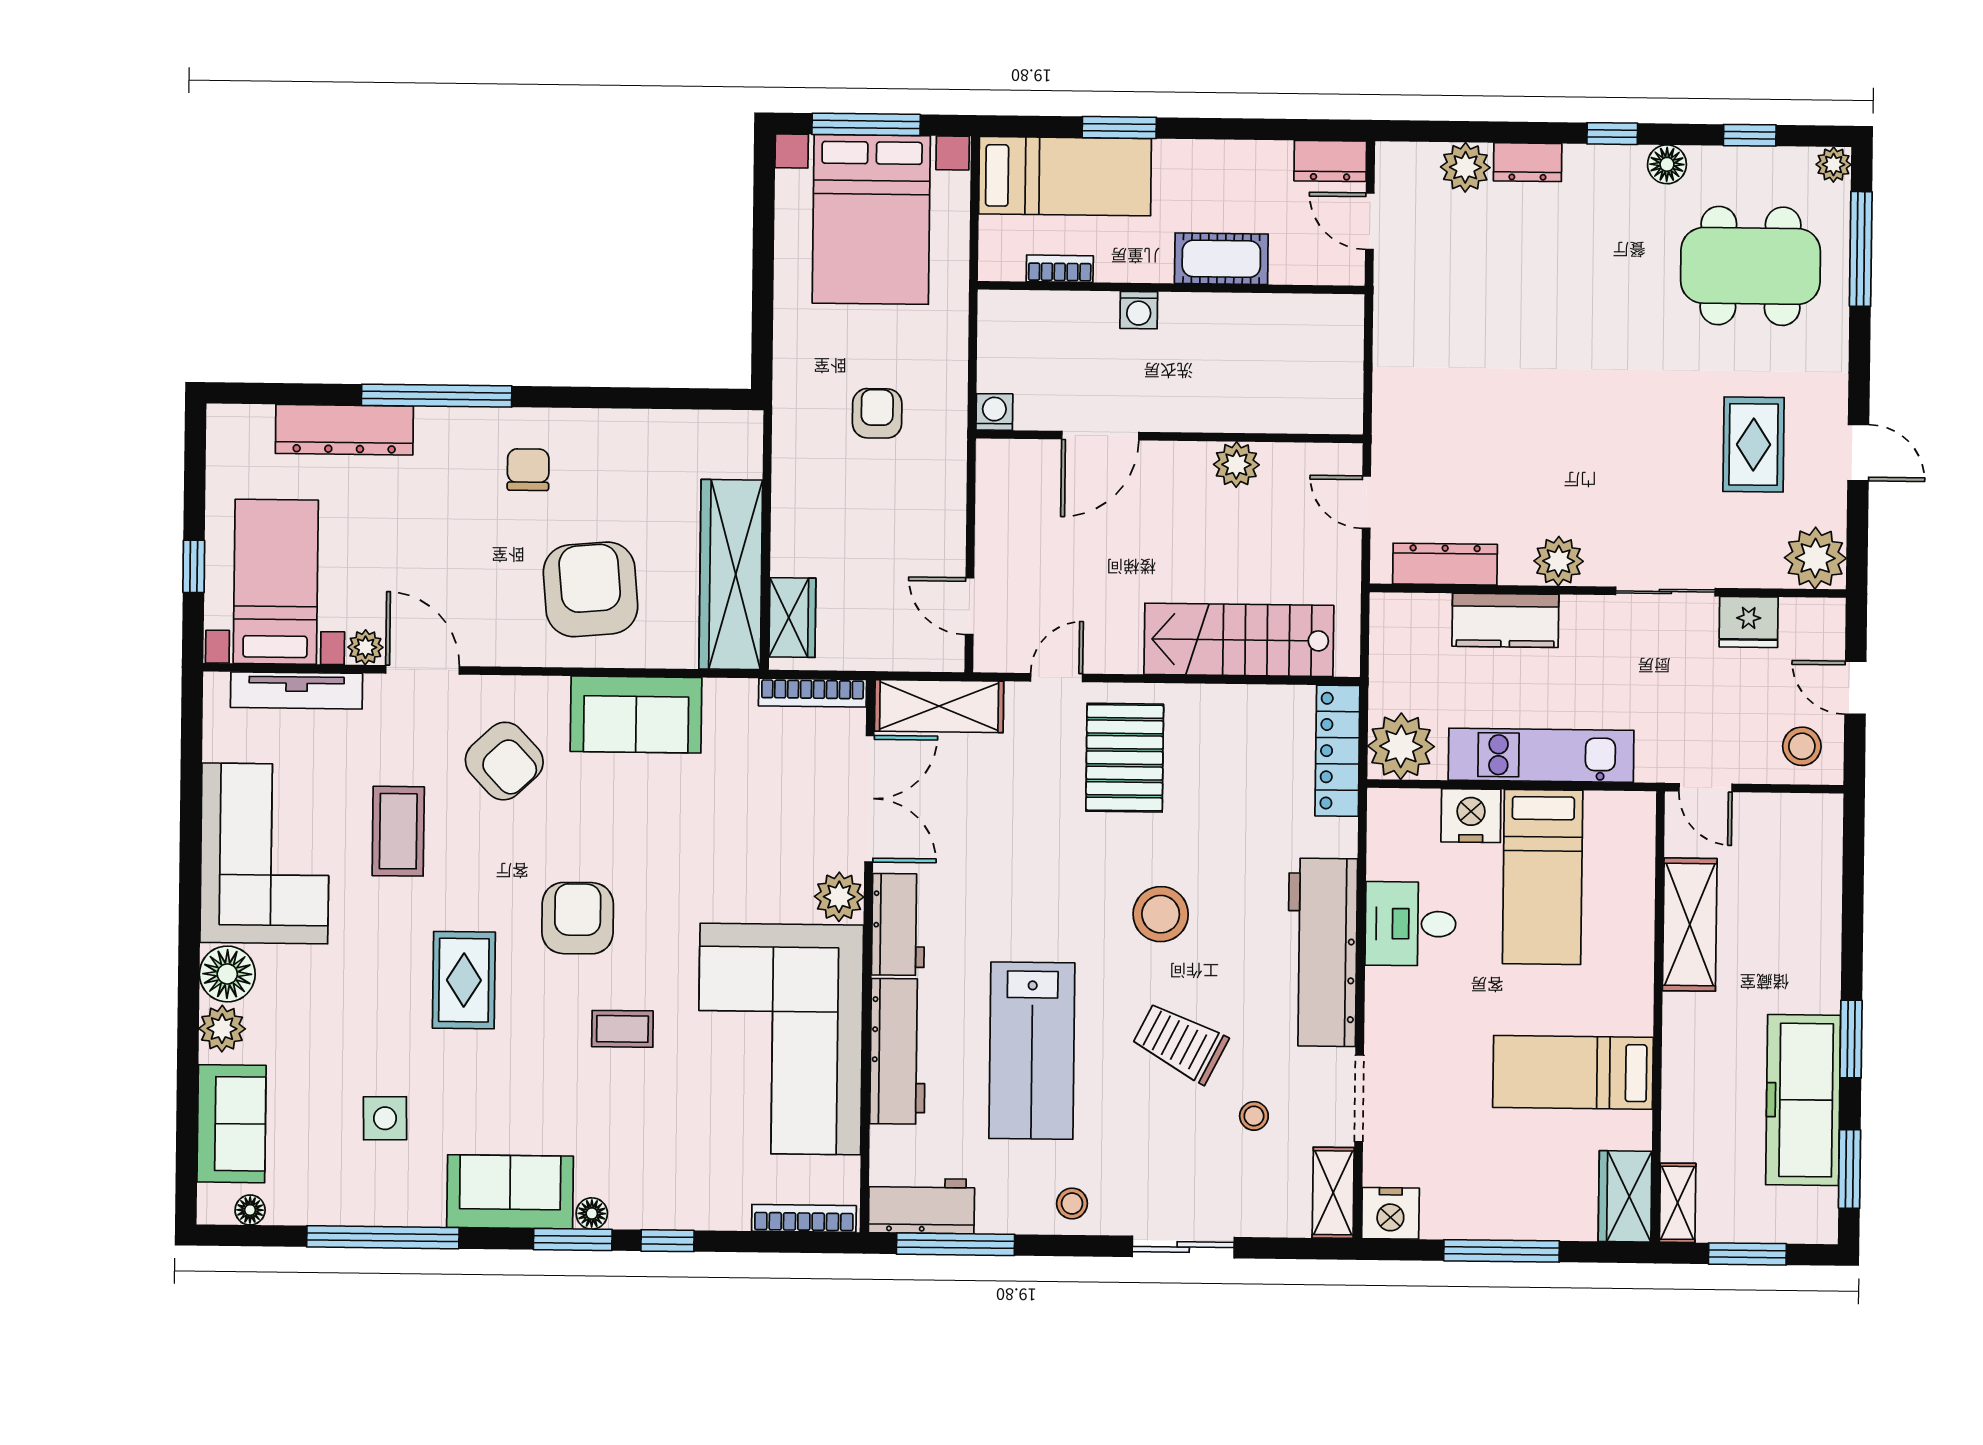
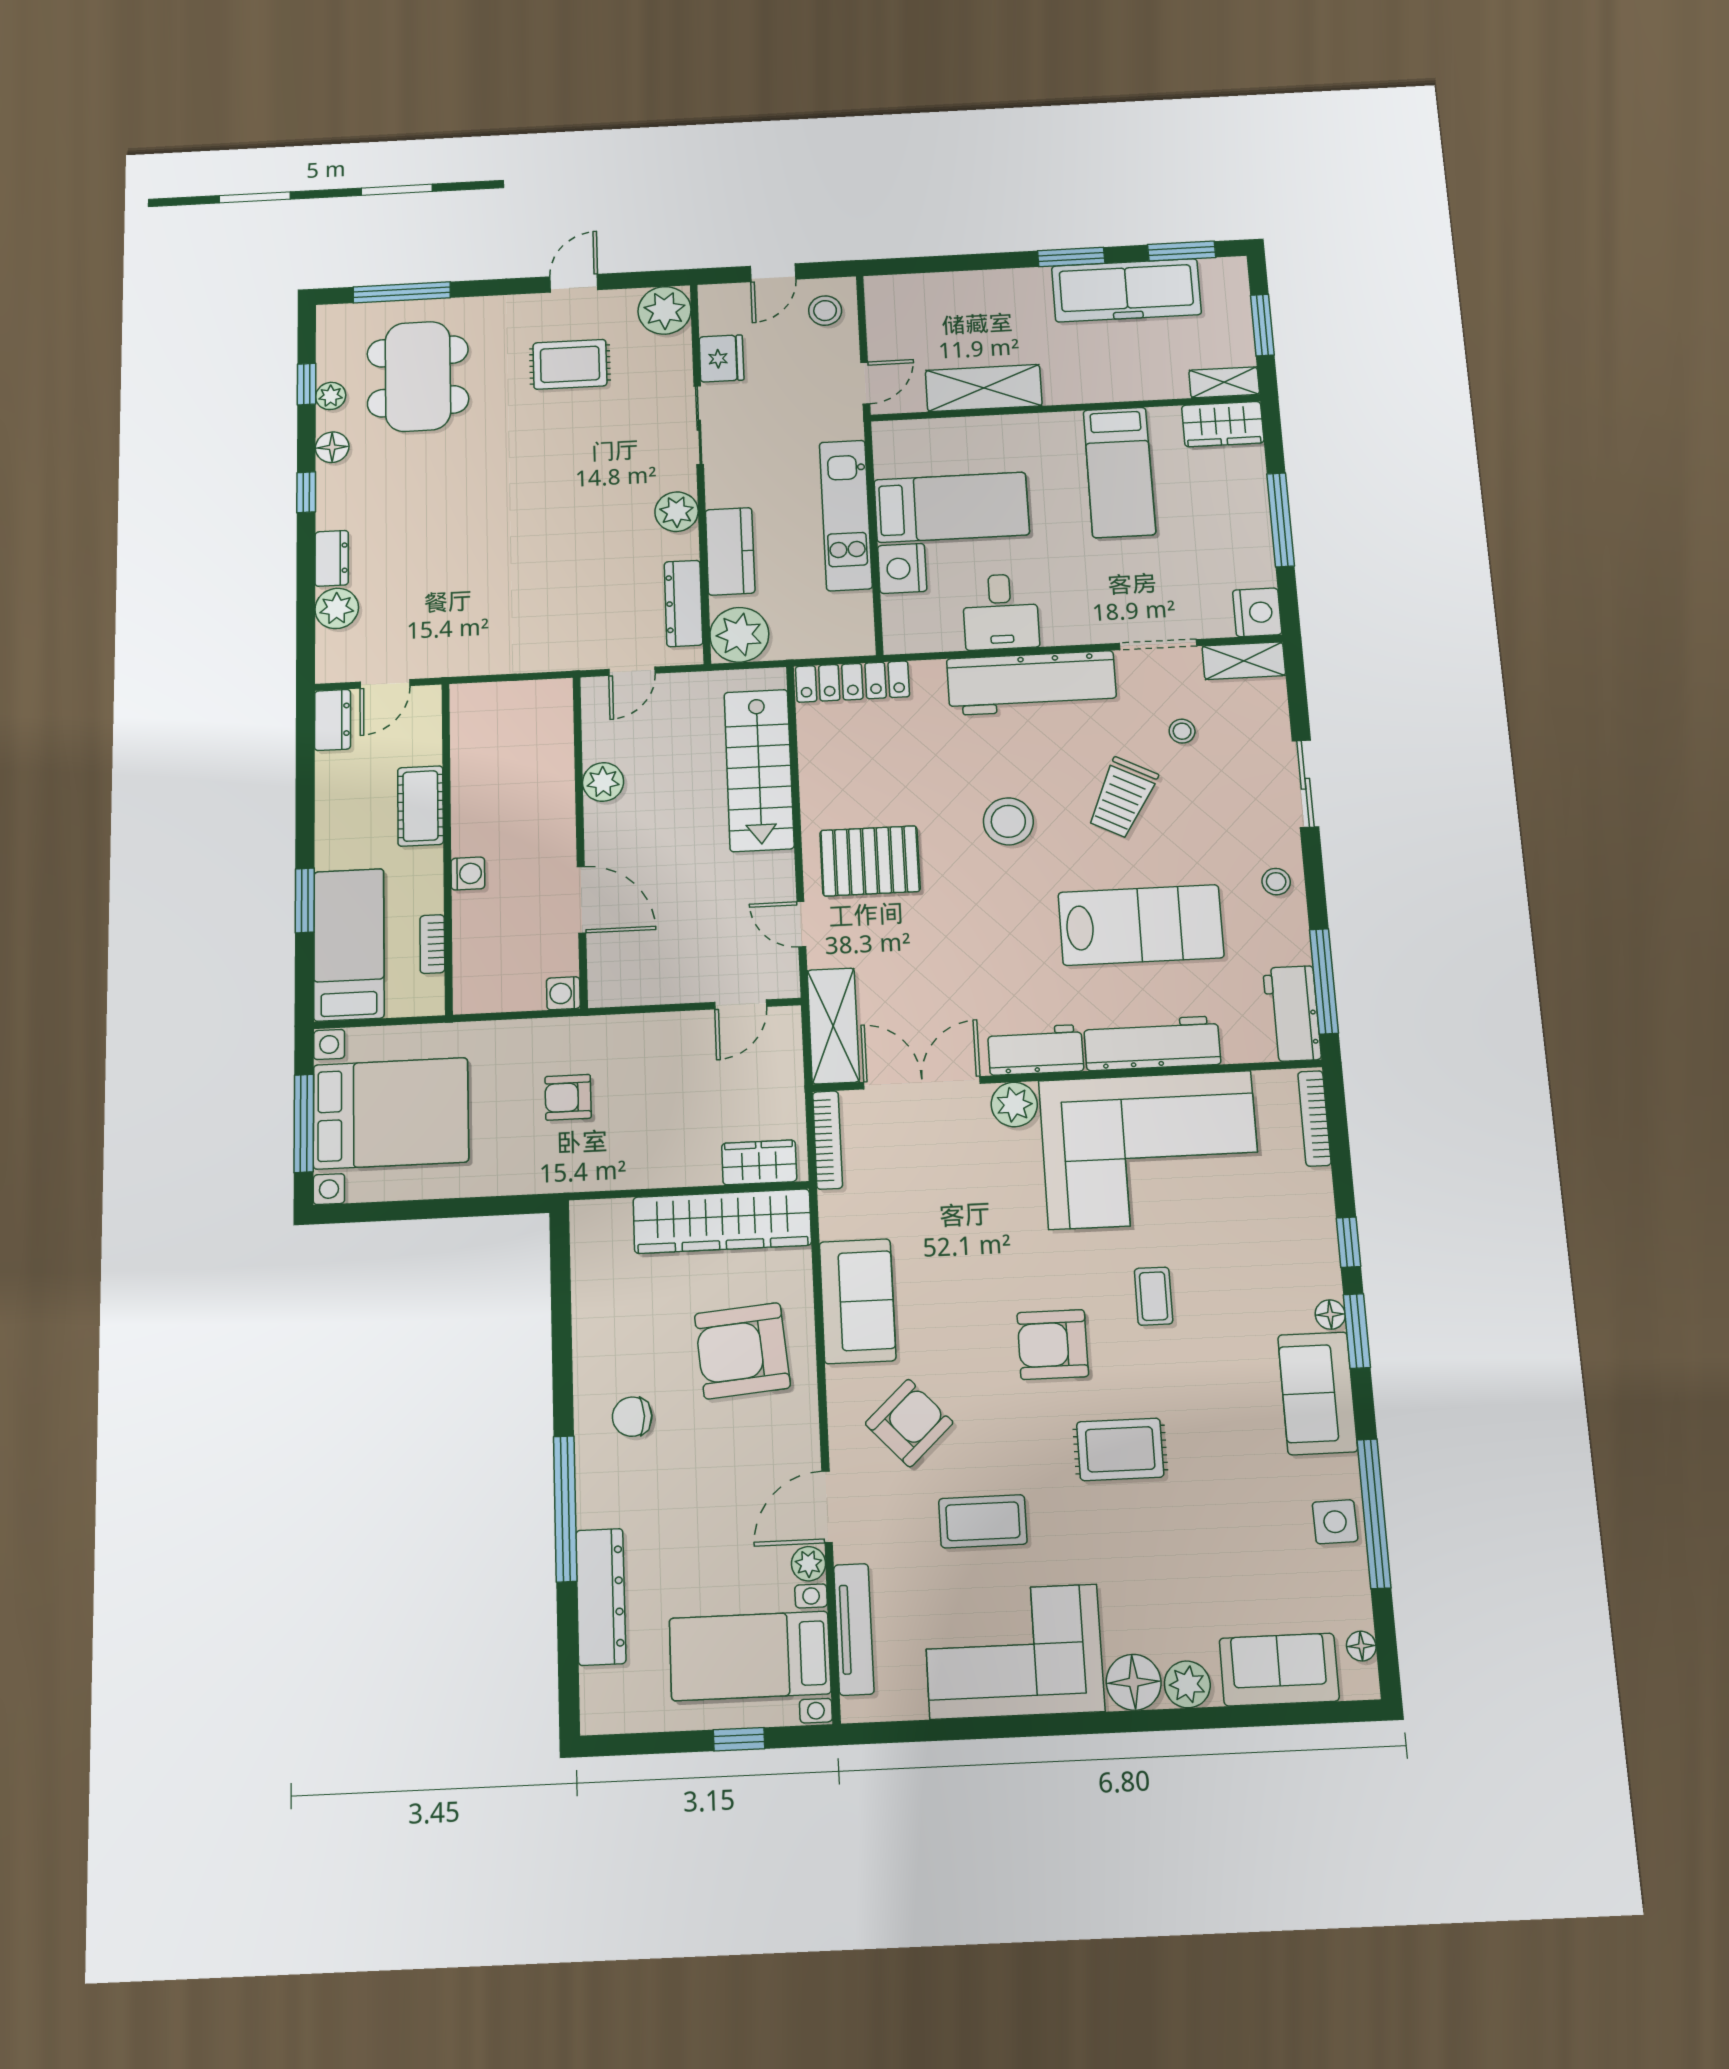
plant: (1834, 165) -> (331, 396), moved
plant: (1401, 746) -> (739, 635), moved
side table: (385, 1118) -> (1335, 1522), moved

